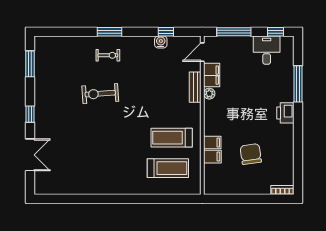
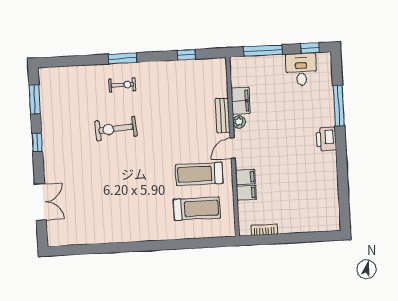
water cooler: (161, 42) -> (181, 67), removed
door: (202, 52) -> (233, 148), moved
window: (30, 114) -> (37, 142), moved
chair: (251, 154) -> (290, 188), removed
bookcase: (282, 190) -> (264, 230), moved

